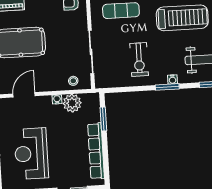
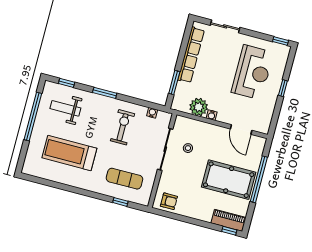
water cooler: (172, 79) -> (152, 113), moved
stool: (73, 81) -> (188, 148), moved
door: (24, 95) -> (241, 130), hinge flipped

